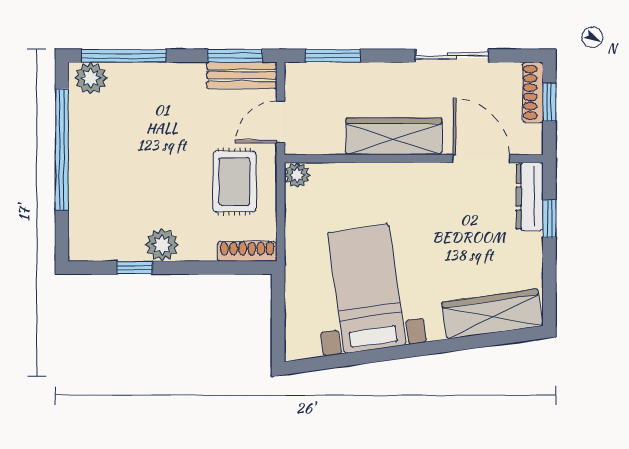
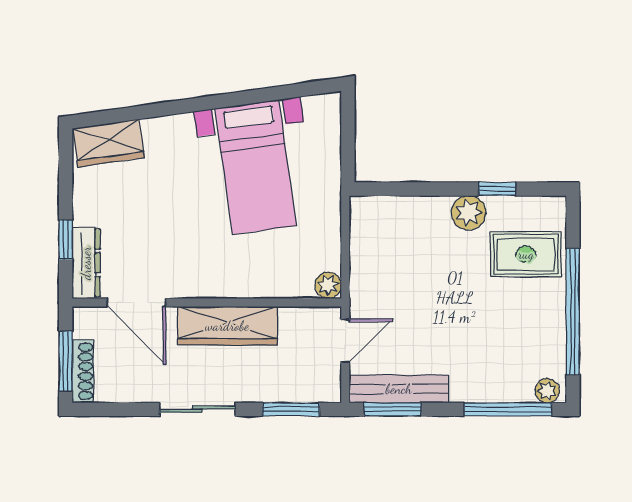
sliding door: (452, 56) -> (197, 409), moved
bench: (242, 75) -> (399, 389), width x1.36
plant: (91, 78) -> (547, 391), width x0.73, depth x0.73
window: (549, 102) -> (66, 361), width x1.50
rug: (235, 182) -> (526, 254), moved, turned 90
shoe rack: (247, 251) -> (380, 206), removed
wardrobe: (492, 314) -> (109, 143), width x0.67

